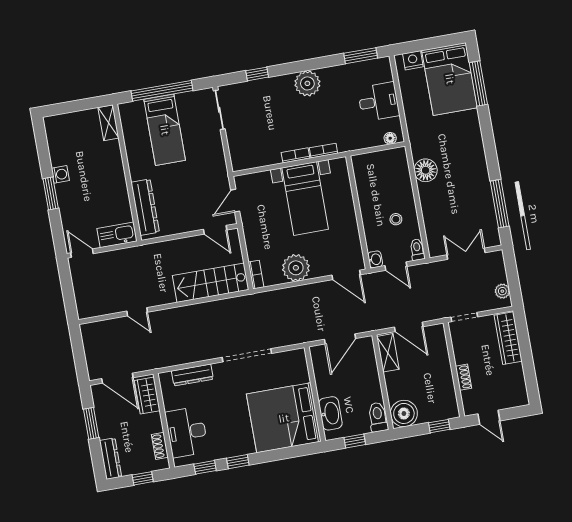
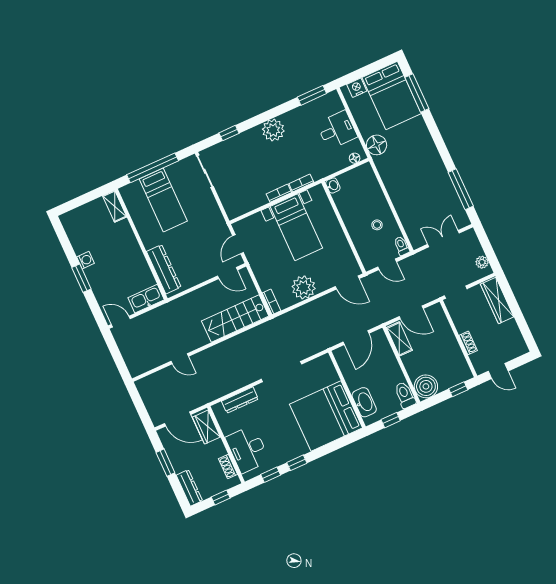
floor lamp: (426, 170) -> (377, 145), moved
washbasin: (375, 259) -> (333, 185), moved

